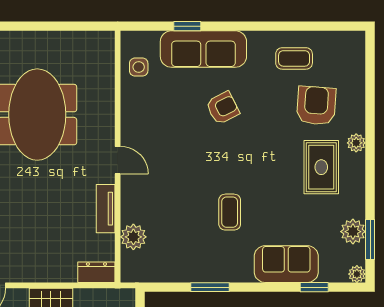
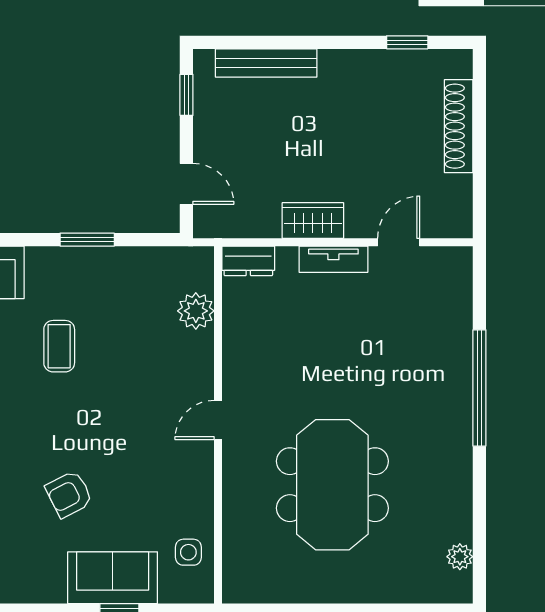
sofa: (203, 49) -> (113, 578), width x0.73
door: (118, 160) -> (218, 420), hinge flipped
tv unit: (106, 209) -> (333, 259), moved, turned 90

